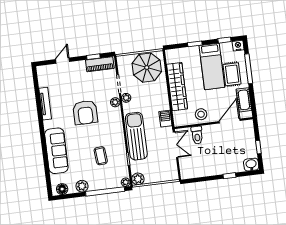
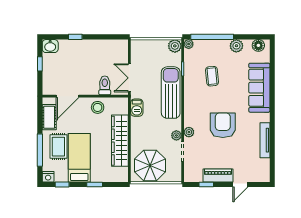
piano: (100, 64) -> (218, 175), moved
sun lounger: (136, 136) -> (171, 93), turned 180

